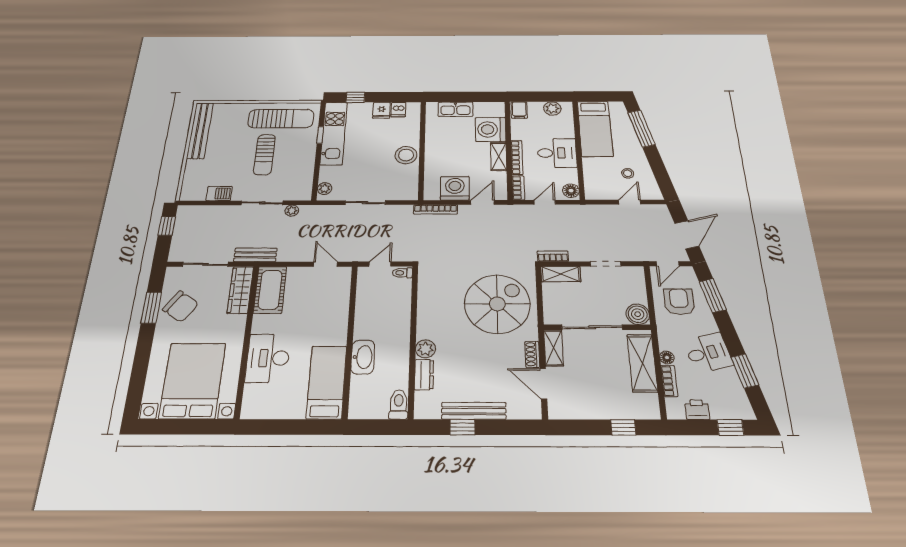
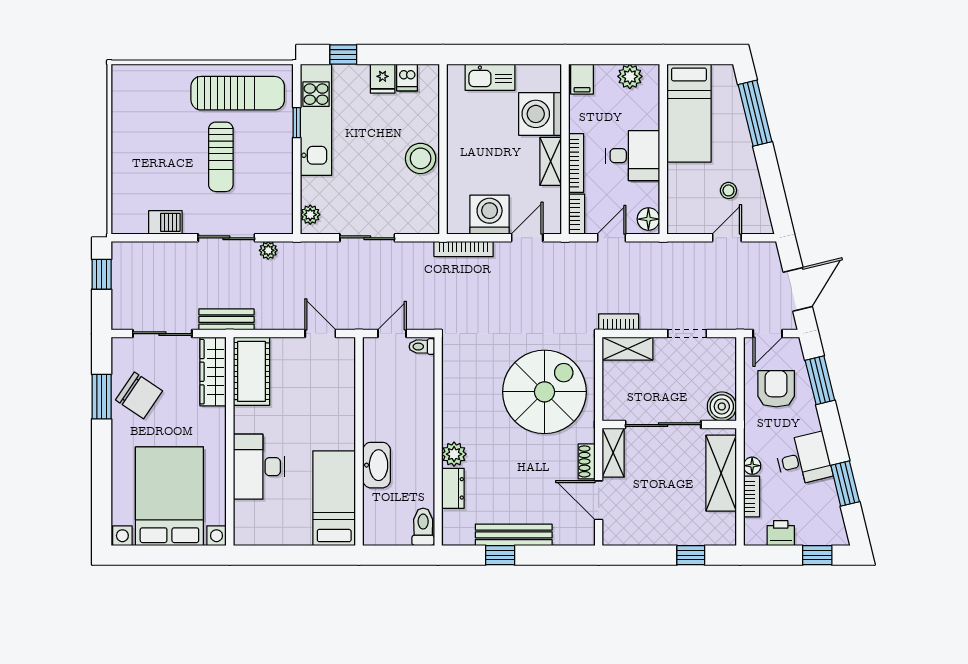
bench: (200, 130) -> (124, 114), removed

